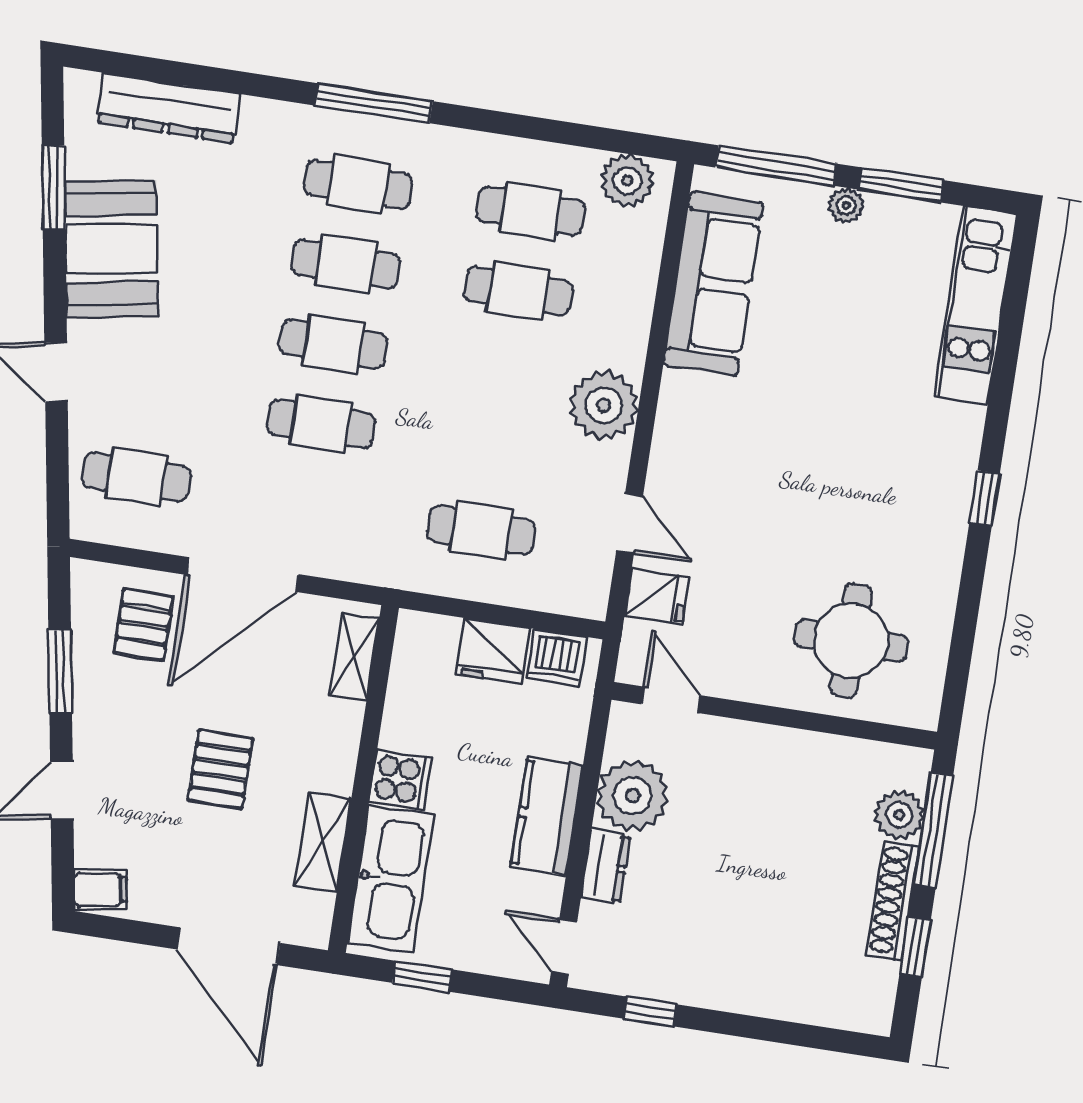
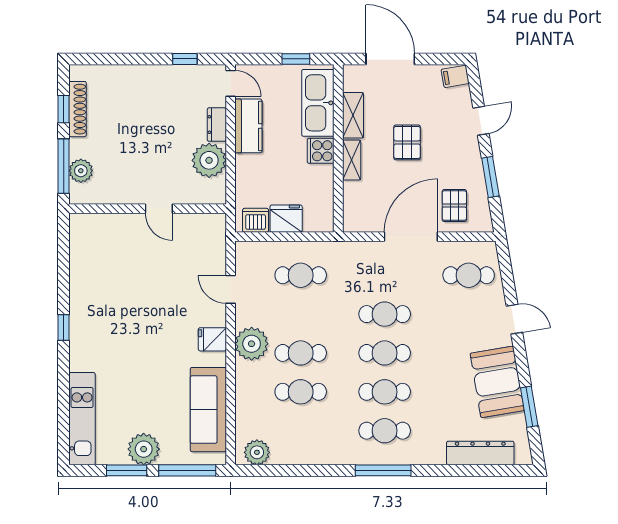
plant: (846, 206) -> (144, 449), width x1.88, depth x1.88
cafe table: (531, 211) -> (301, 353), moved
fridge: (657, 597) -> (212, 339), moved
round table: (851, 640) -> (117, 250), removed
shelving: (354, 657) -> (352, 160), moved
door: (671, 700) -> (159, 209), moved
kitchen counter: (547, 816) -> (248, 126), moved
shoe rack: (893, 901) -> (78, 109), moved

